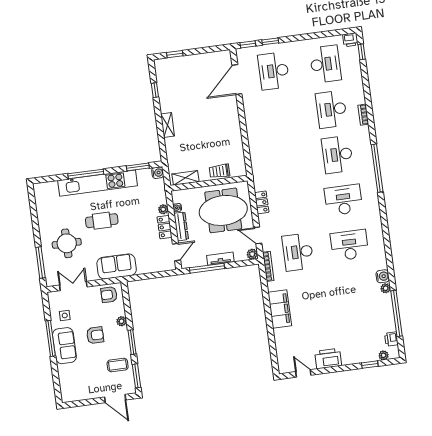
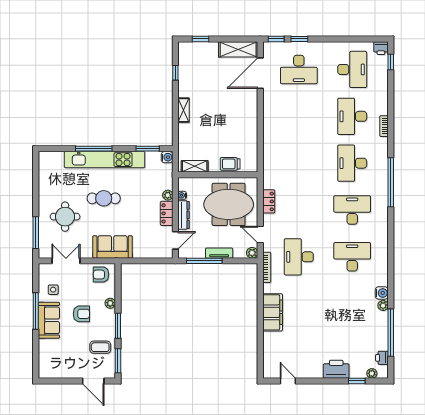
shelving: (212, 59) -> (238, 49), added
desk: (274, 71) -> (299, 69), turned -90
printer: (328, 359) -> (336, 369), moved

